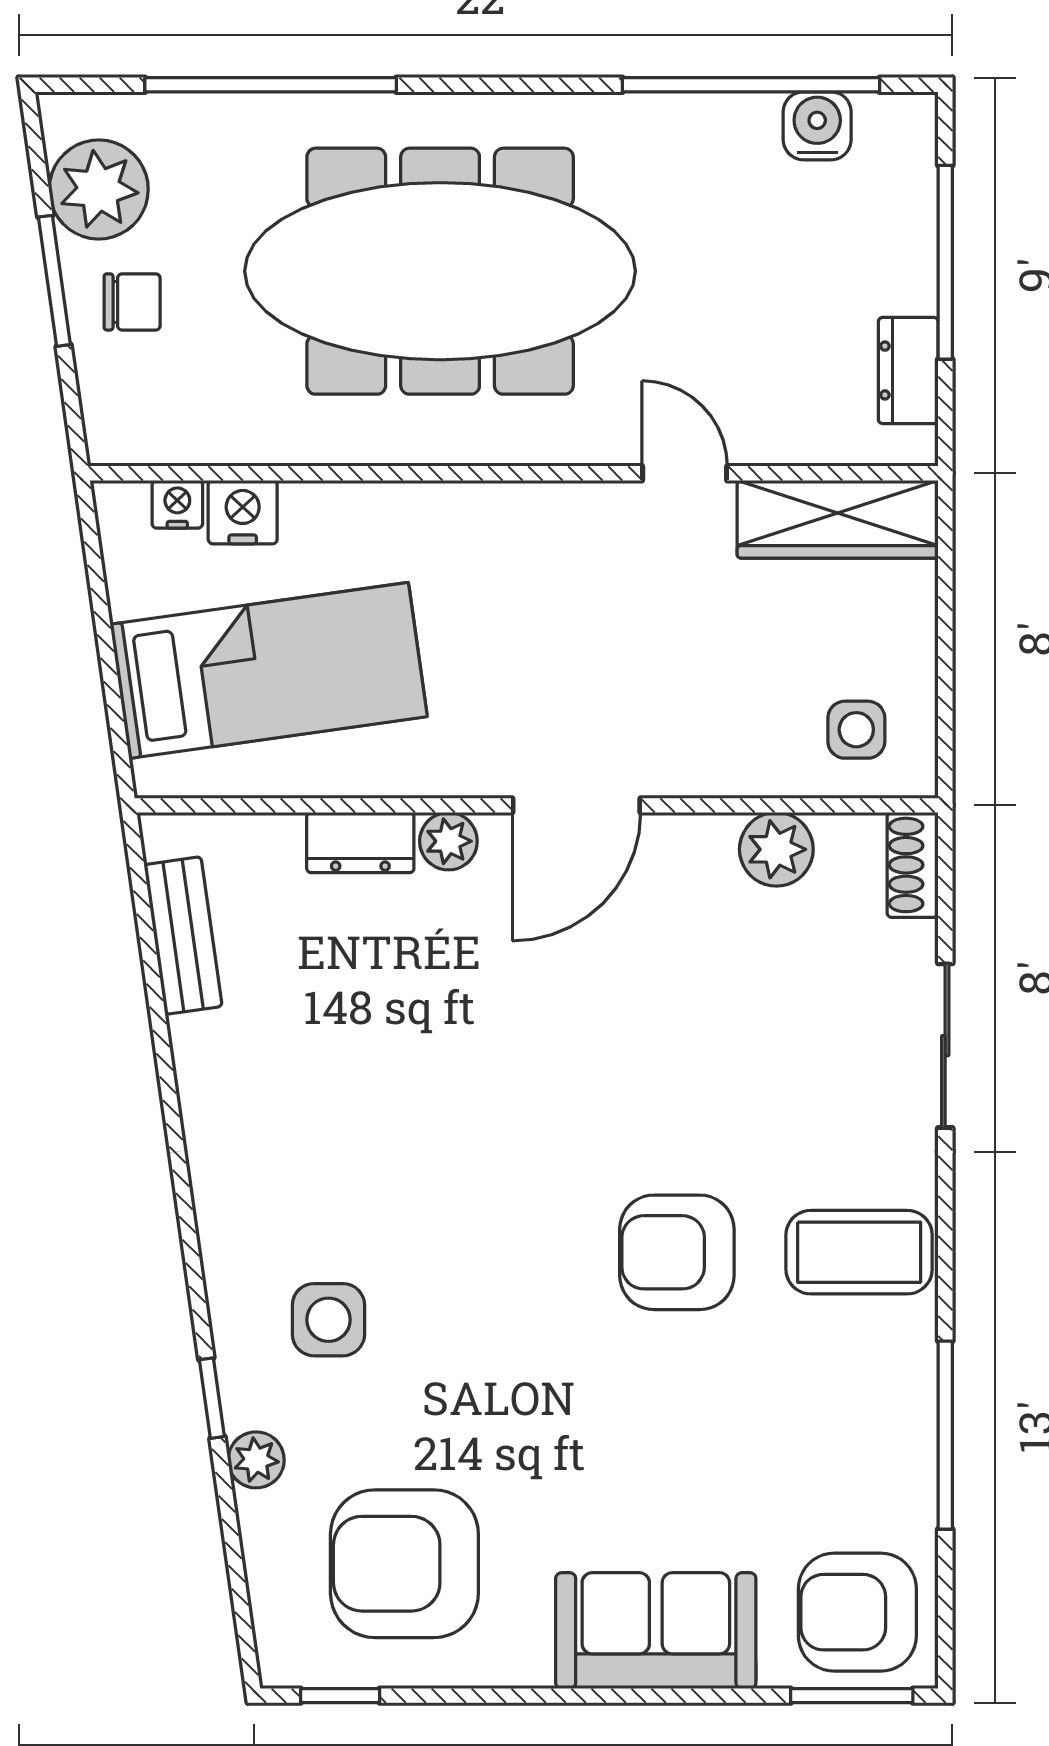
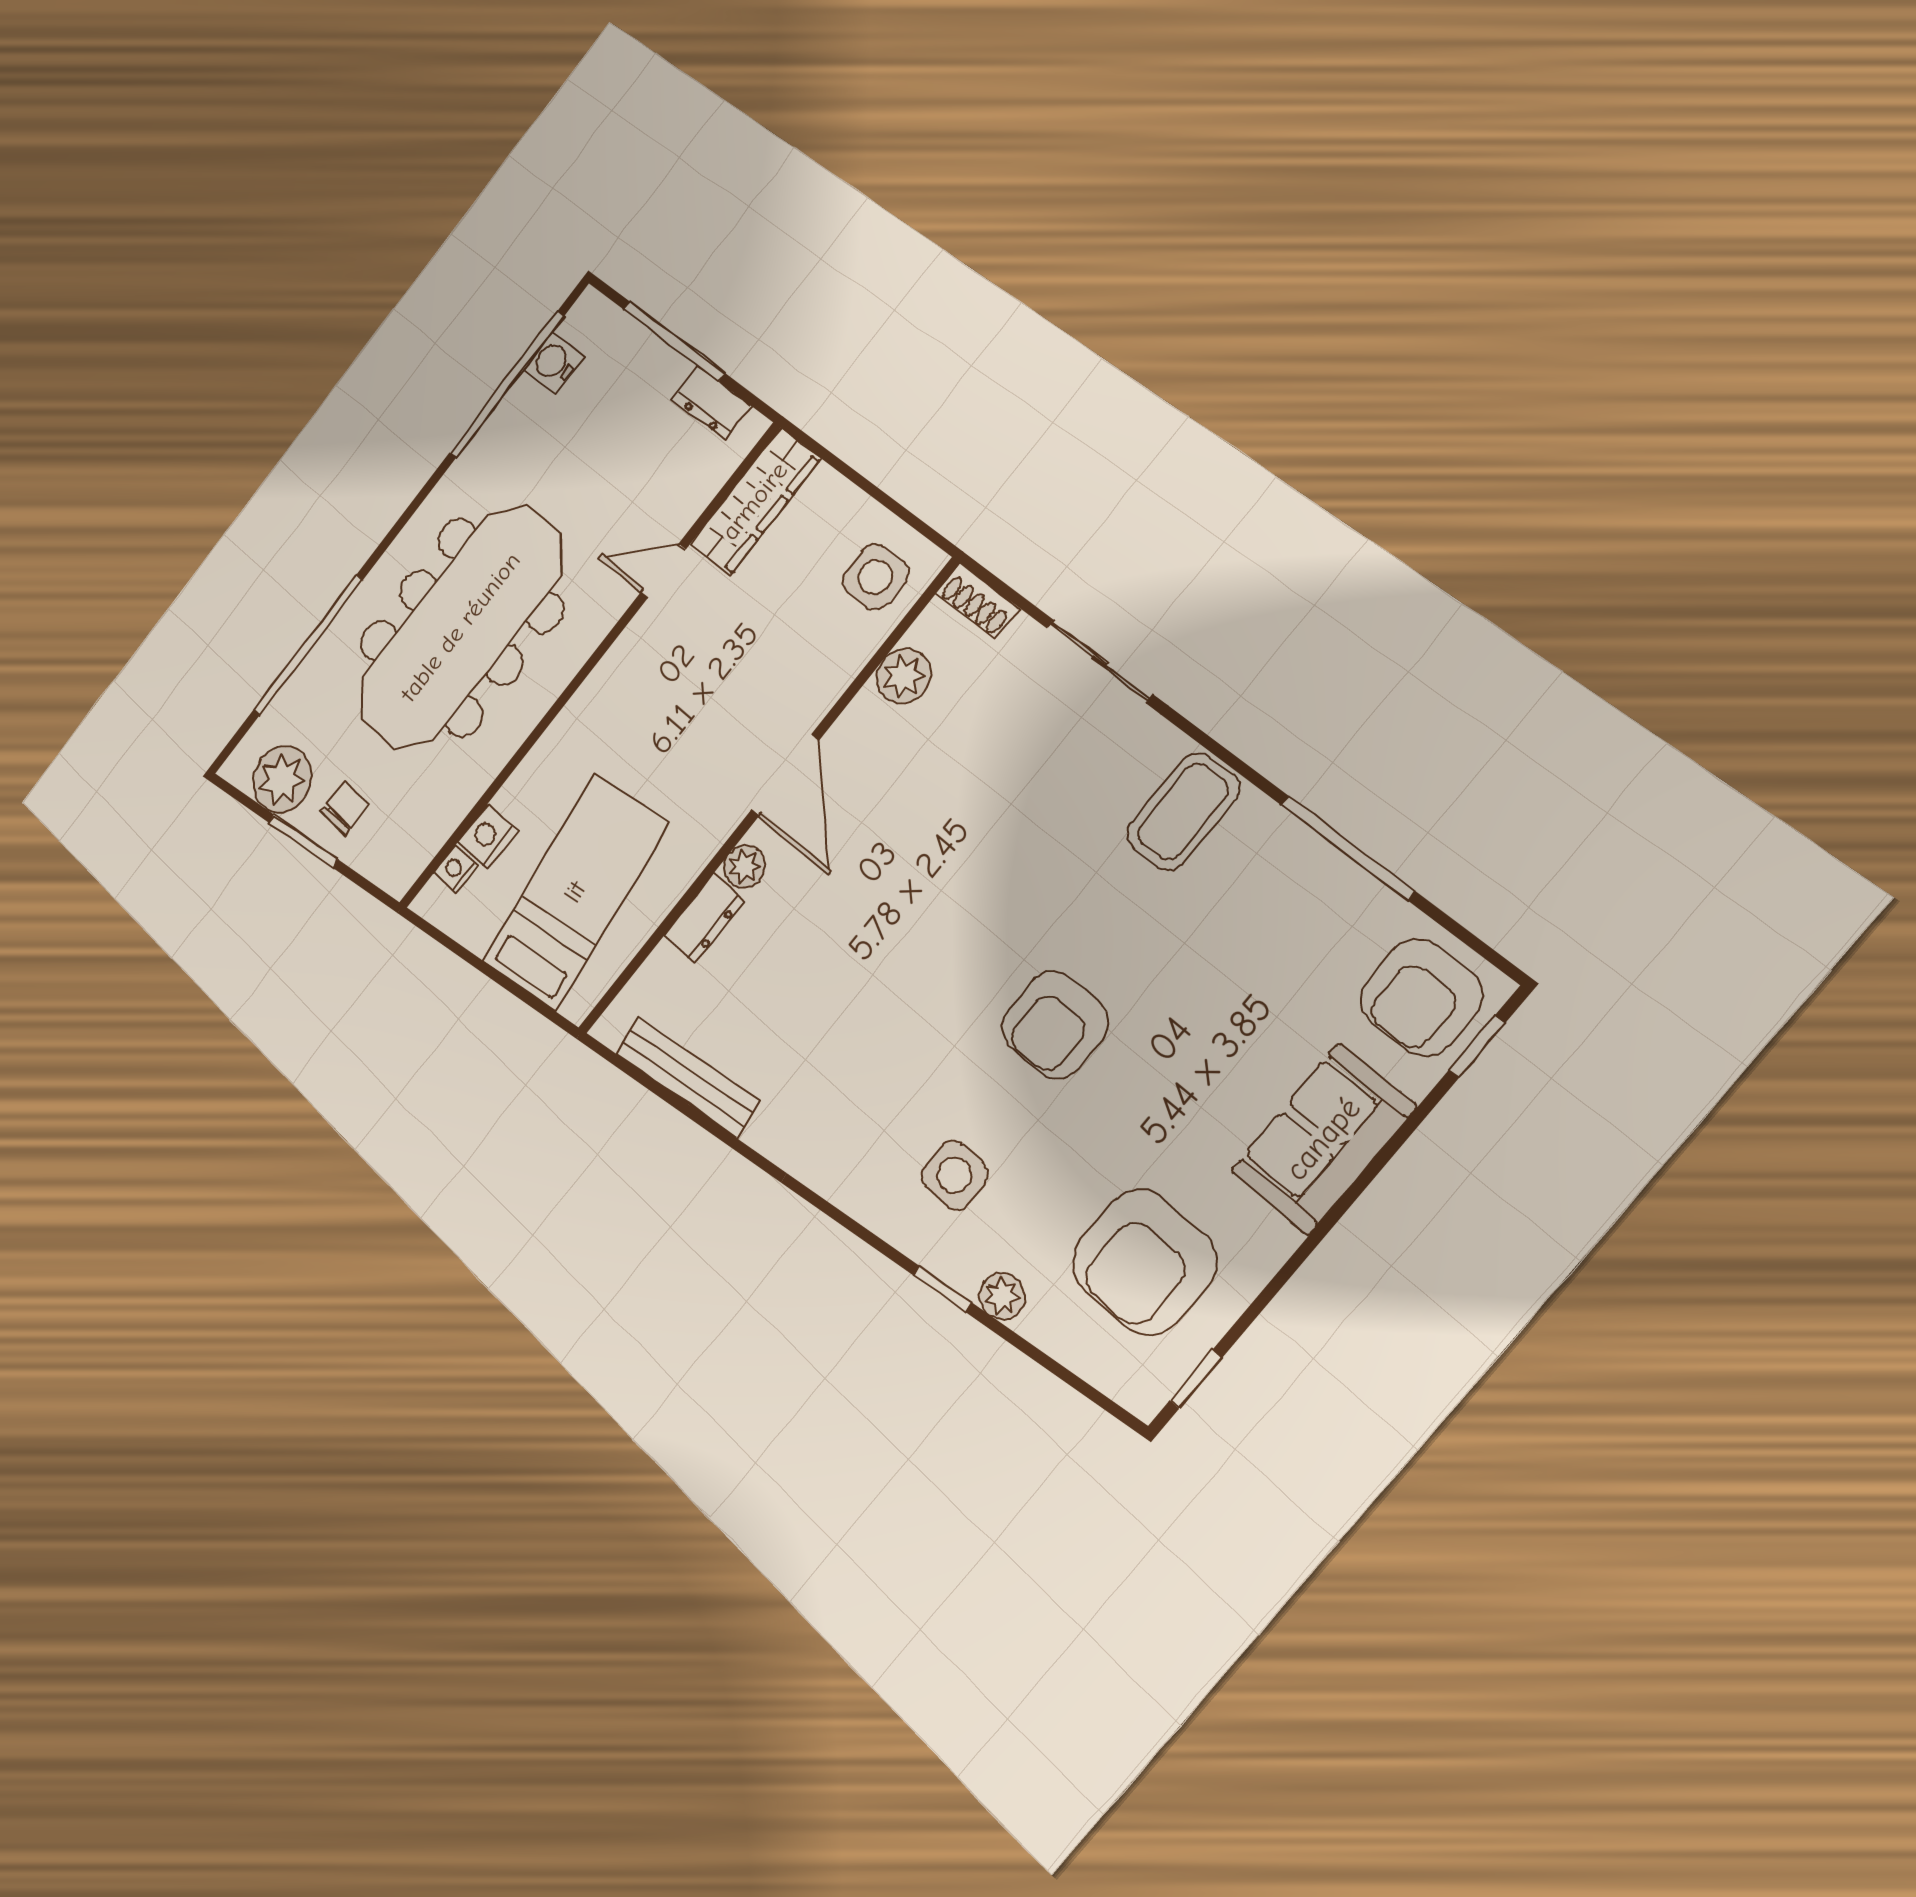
side table: (856, 730) -> (875, 577), width x1.37, depth x1.37
bench: (183, 936) -> (687, 1077), width x1.36
armchair: (677, 1252) -> (1055, 1025), moved
window: (852, 1696) -> (1477, 1047), width x0.67

